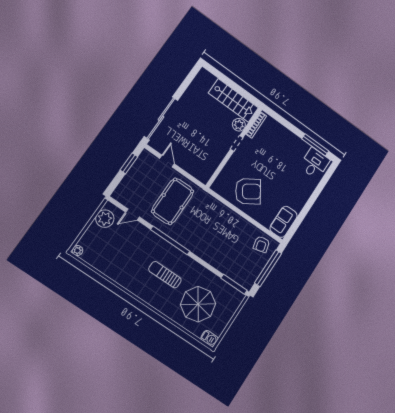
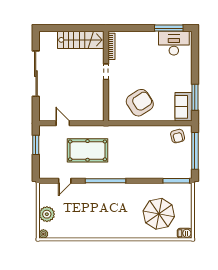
sliding door: (161, 118) -> (36, 74), moved
plant: (239, 125) -> (98, 56), removed
desk: (315, 163) -> (174, 43), width x1.37
pool table: (173, 201) -> (88, 150), turned 90
plant: (105, 219) -> (47, 214), moved
window: (299, 220) -> (195, 97), added
sun lounger: (165, 275) -> (119, 209), removed

